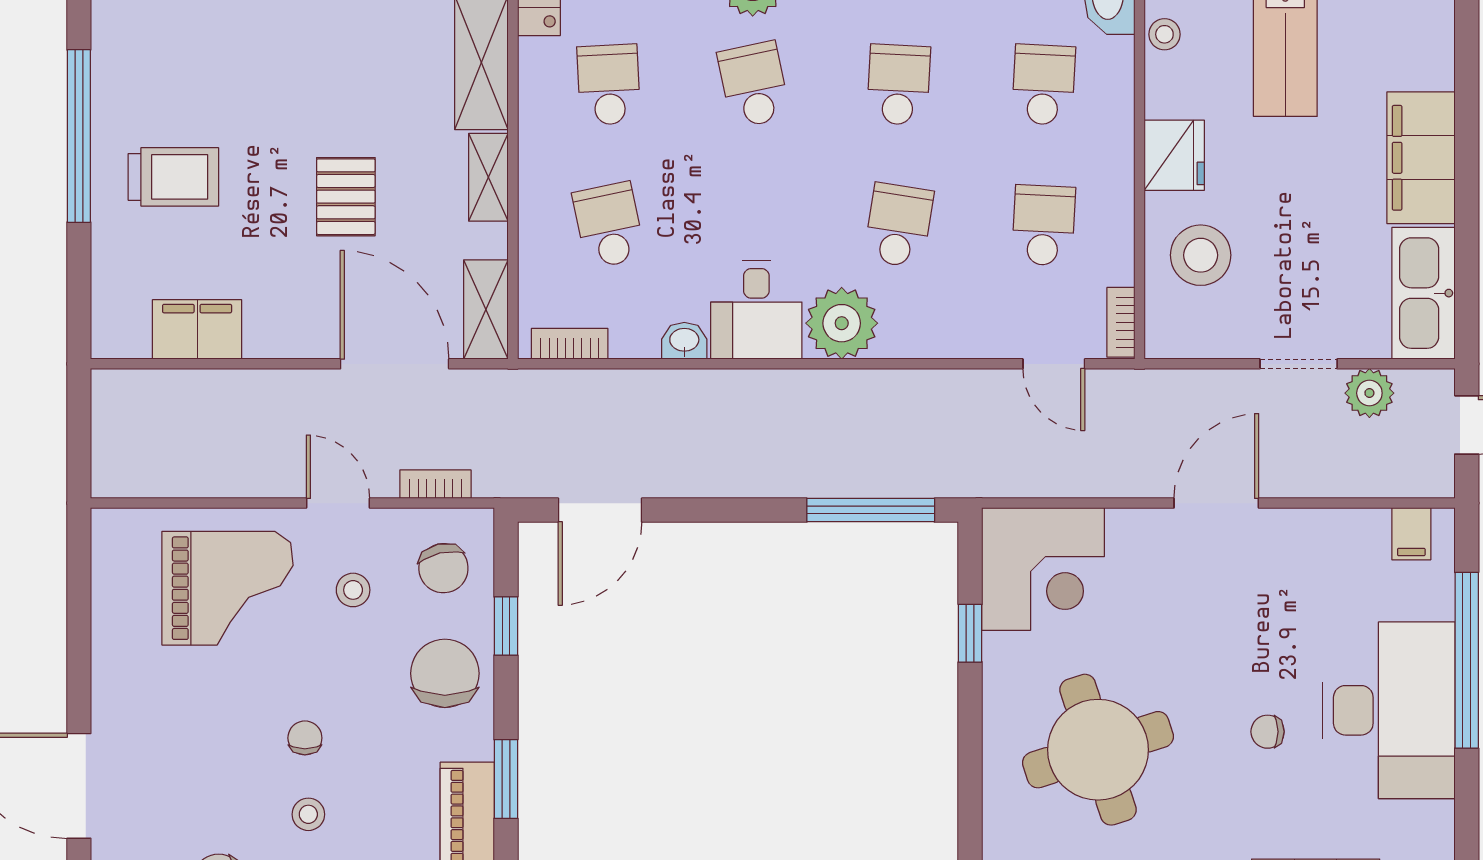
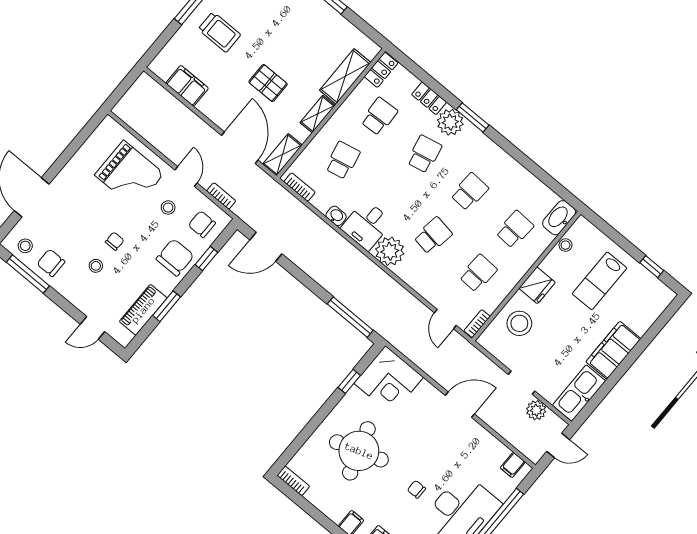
pallet: (346, 197) -> (268, 83), turned 90
chair: (443, 568) -> (202, 224), turned 103

